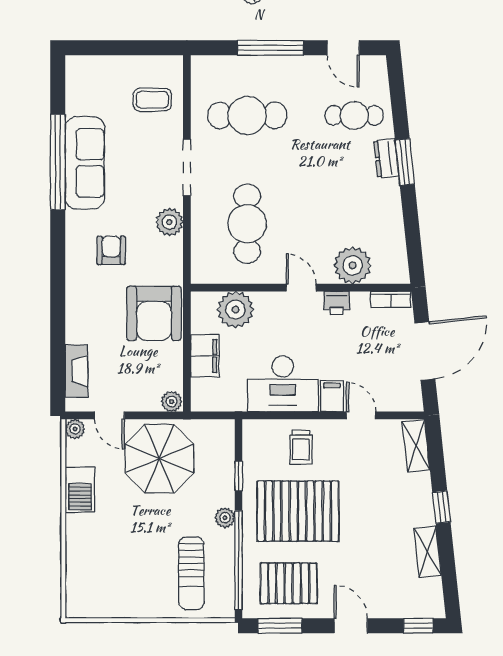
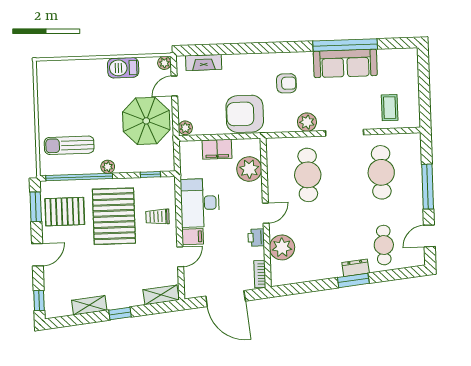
cafe table: (247, 224) -> (308, 175), turned 90
window: (239, 476) -> (150, 175), moved
pallet: (289, 583) -> (65, 212), turned 90

